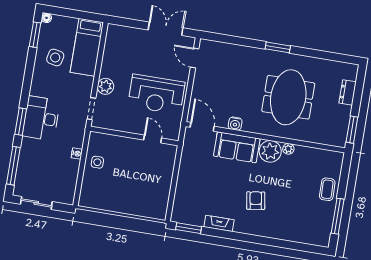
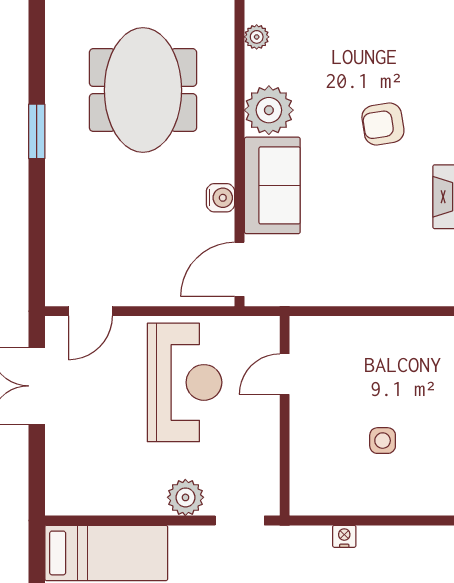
meeting table: (288, 97) -> (143, 90), turned 90
plant: (288, 149) -> (257, 37), moved
side table: (97, 162) -> (383, 441), moved

